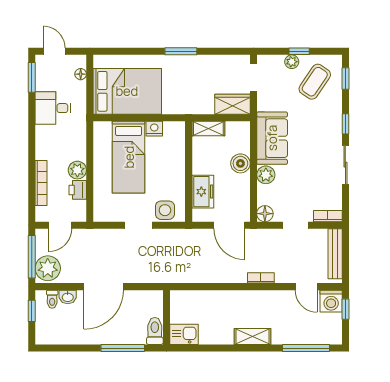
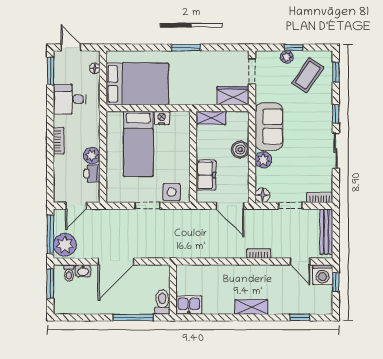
bookcase: (41, 183) -> (59, 141), moved, width x0.64
window: (32, 311) -> (50, 284), width x1.50
window: (306, 348) -> (300, 317), width x0.46

